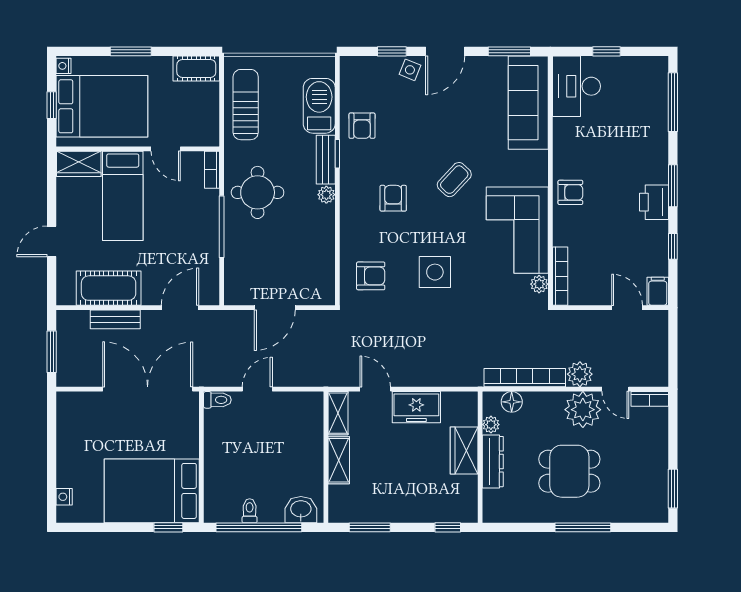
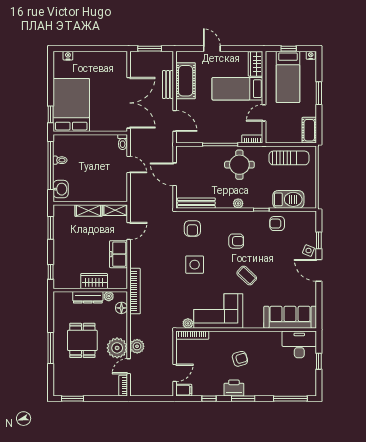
window: (509, 51) -> (319, 307), removed
bed: (102, 106) -> (288, 77), width x0.67
bench: (326, 160) -> (196, 203), moved, width x1.36
armchair: (570, 192) -> (240, 359), moved, turned -106
bookcase: (525, 378) -> (135, 291), moved

